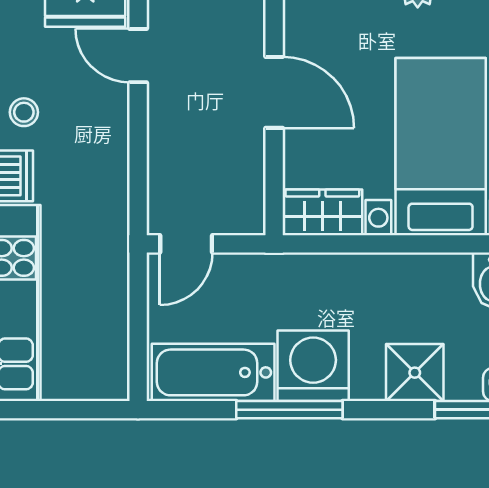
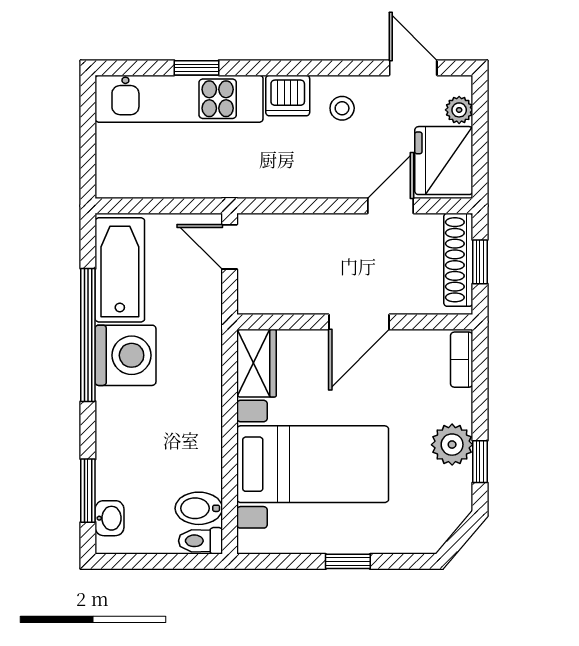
shower: (415, 373) -> (120, 442), removed
window: (289, 410) -> (88, 335), width x1.46

